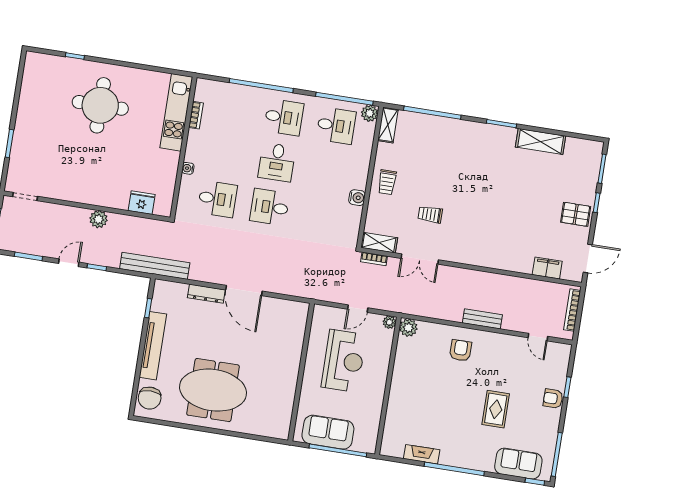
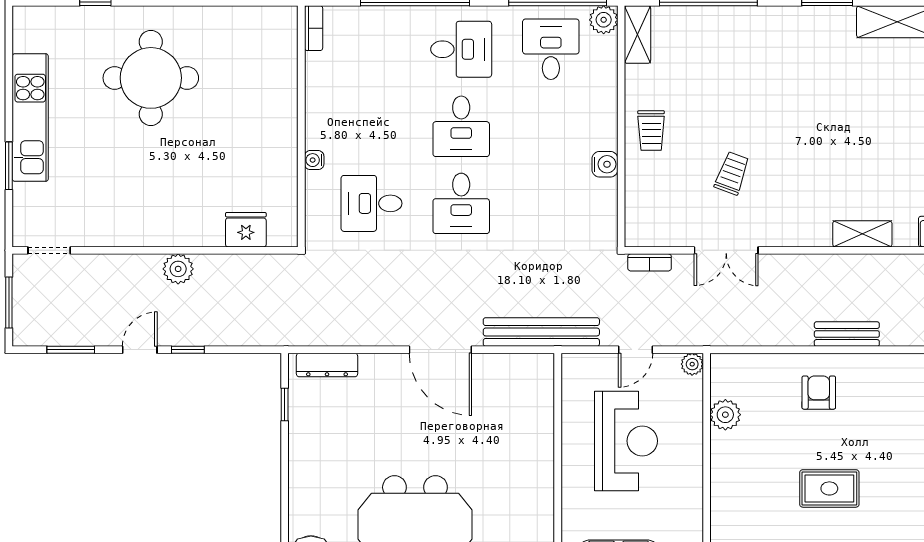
kitchen unit: (176, 112) -> (30, 118), moved, turned 180
bookcase: (196, 115) -> (314, 28), moved
desk: (336, 126) -> (551, 49), turned -90
desk: (217, 199) -> (372, 203), turned 180
desk: (270, 207) -> (461, 203), turned -90
trolley: (430, 215) -> (732, 173), turned 110
shelving: (379, 243) -> (862, 234), moved
bench: (155, 266) -> (541, 332), moved
dresser: (206, 294) -> (327, 365), moved
plant: (408, 328) -> (725, 415), moved
tv unit: (153, 346) -> (303, 466), removed
rug: (496, 409) -> (829, 488), moved, turned 90

